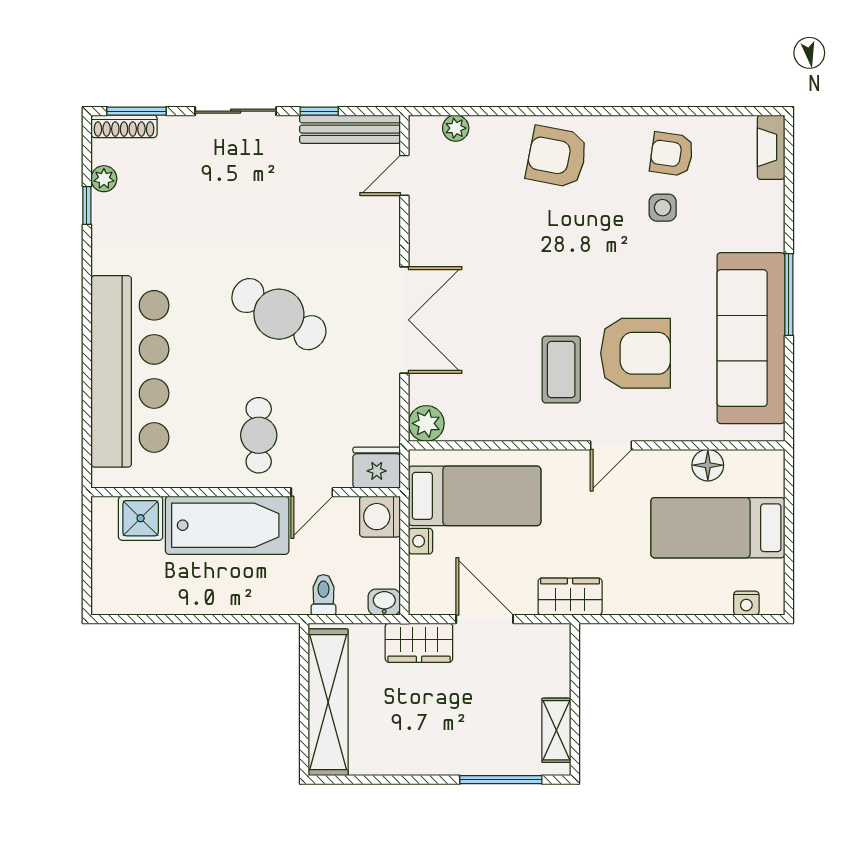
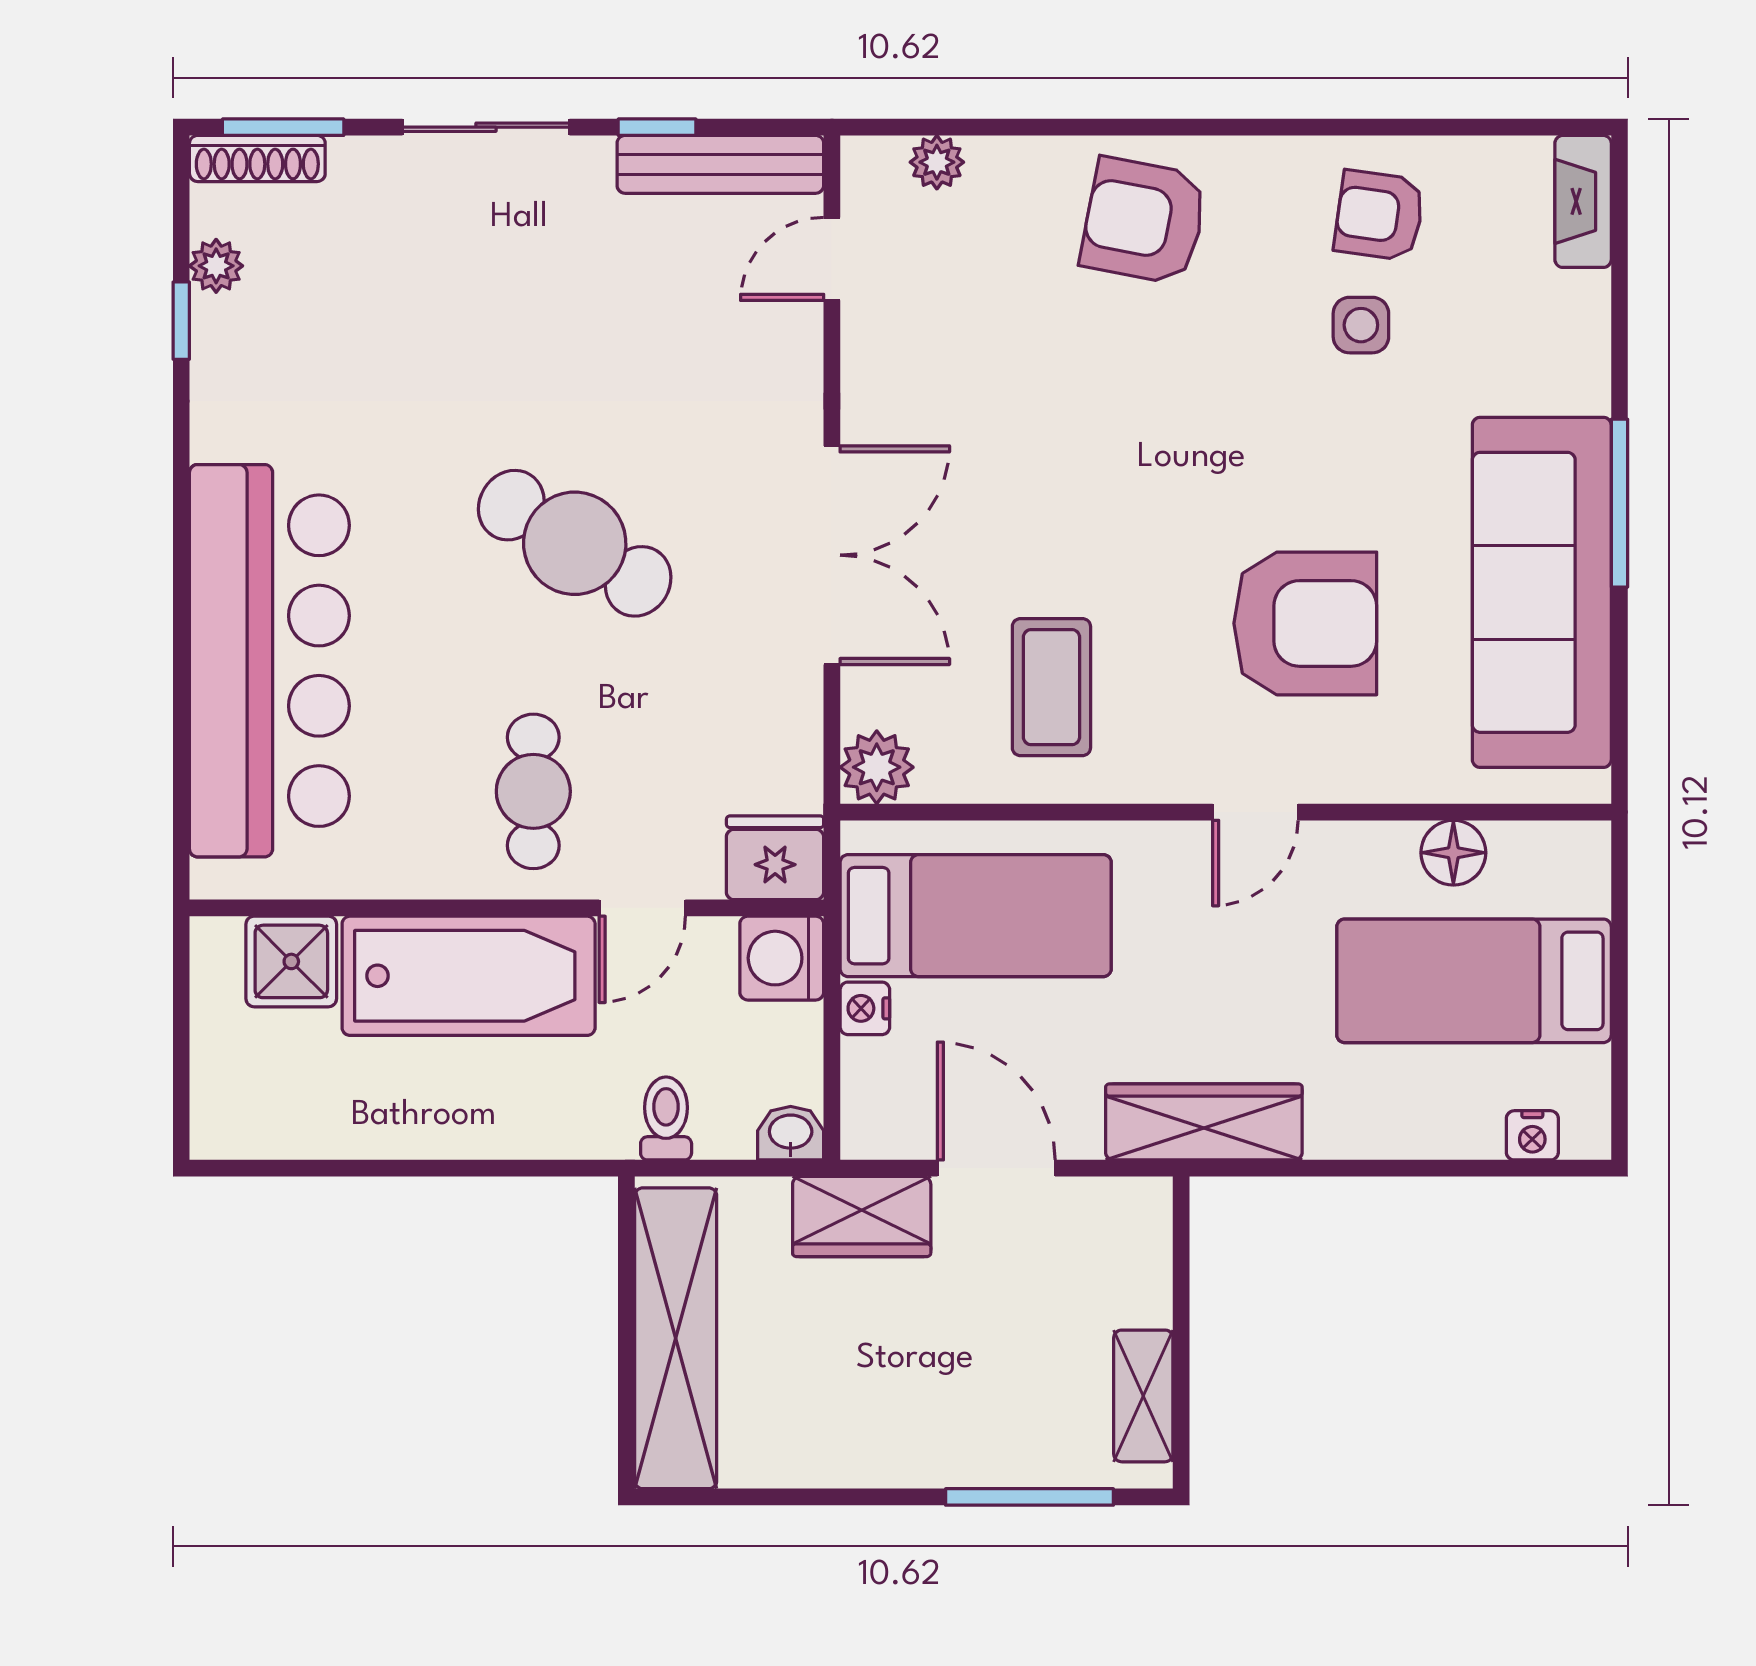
coffee table: (561, 370) -> (1051, 687), moved
wardrobe: (570, 597) -> (1204, 1122), width x1.50

